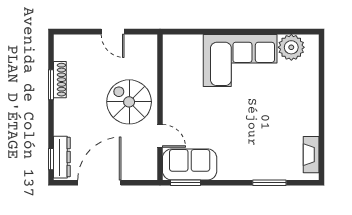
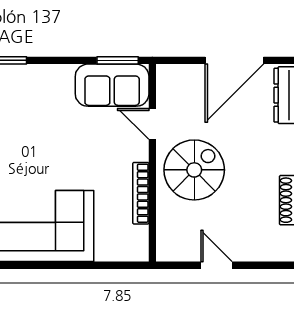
bookcase: (168, 85) -> (141, 193), added
spiral stairs: (129, 102) -> (194, 170), turned -90

